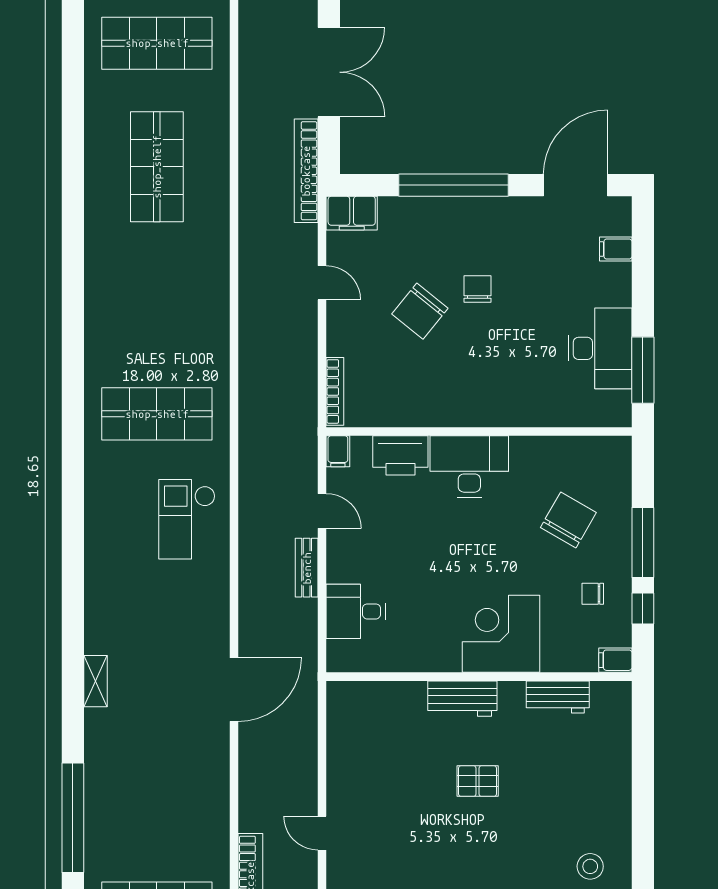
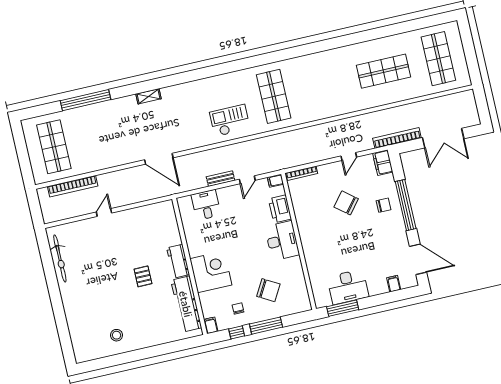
chair: (477, 289) -> (384, 205), moved
workbench: (558, 697) -> (186, 304), width x1.88, depth x1.32

